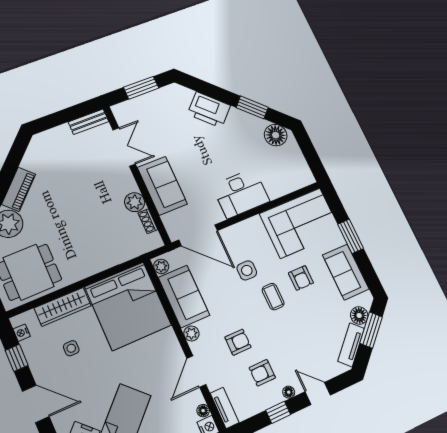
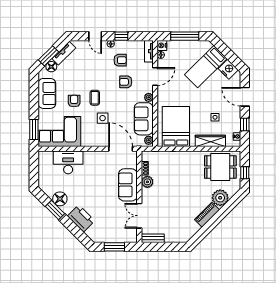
floor lamp: (276, 135) -> (60, 199), moved
desk: (241, 193) -> (68, 162), moved
window: (351, 236) -> (34, 130), moved
bed: (128, 306) -> (176, 127), width x0.73

